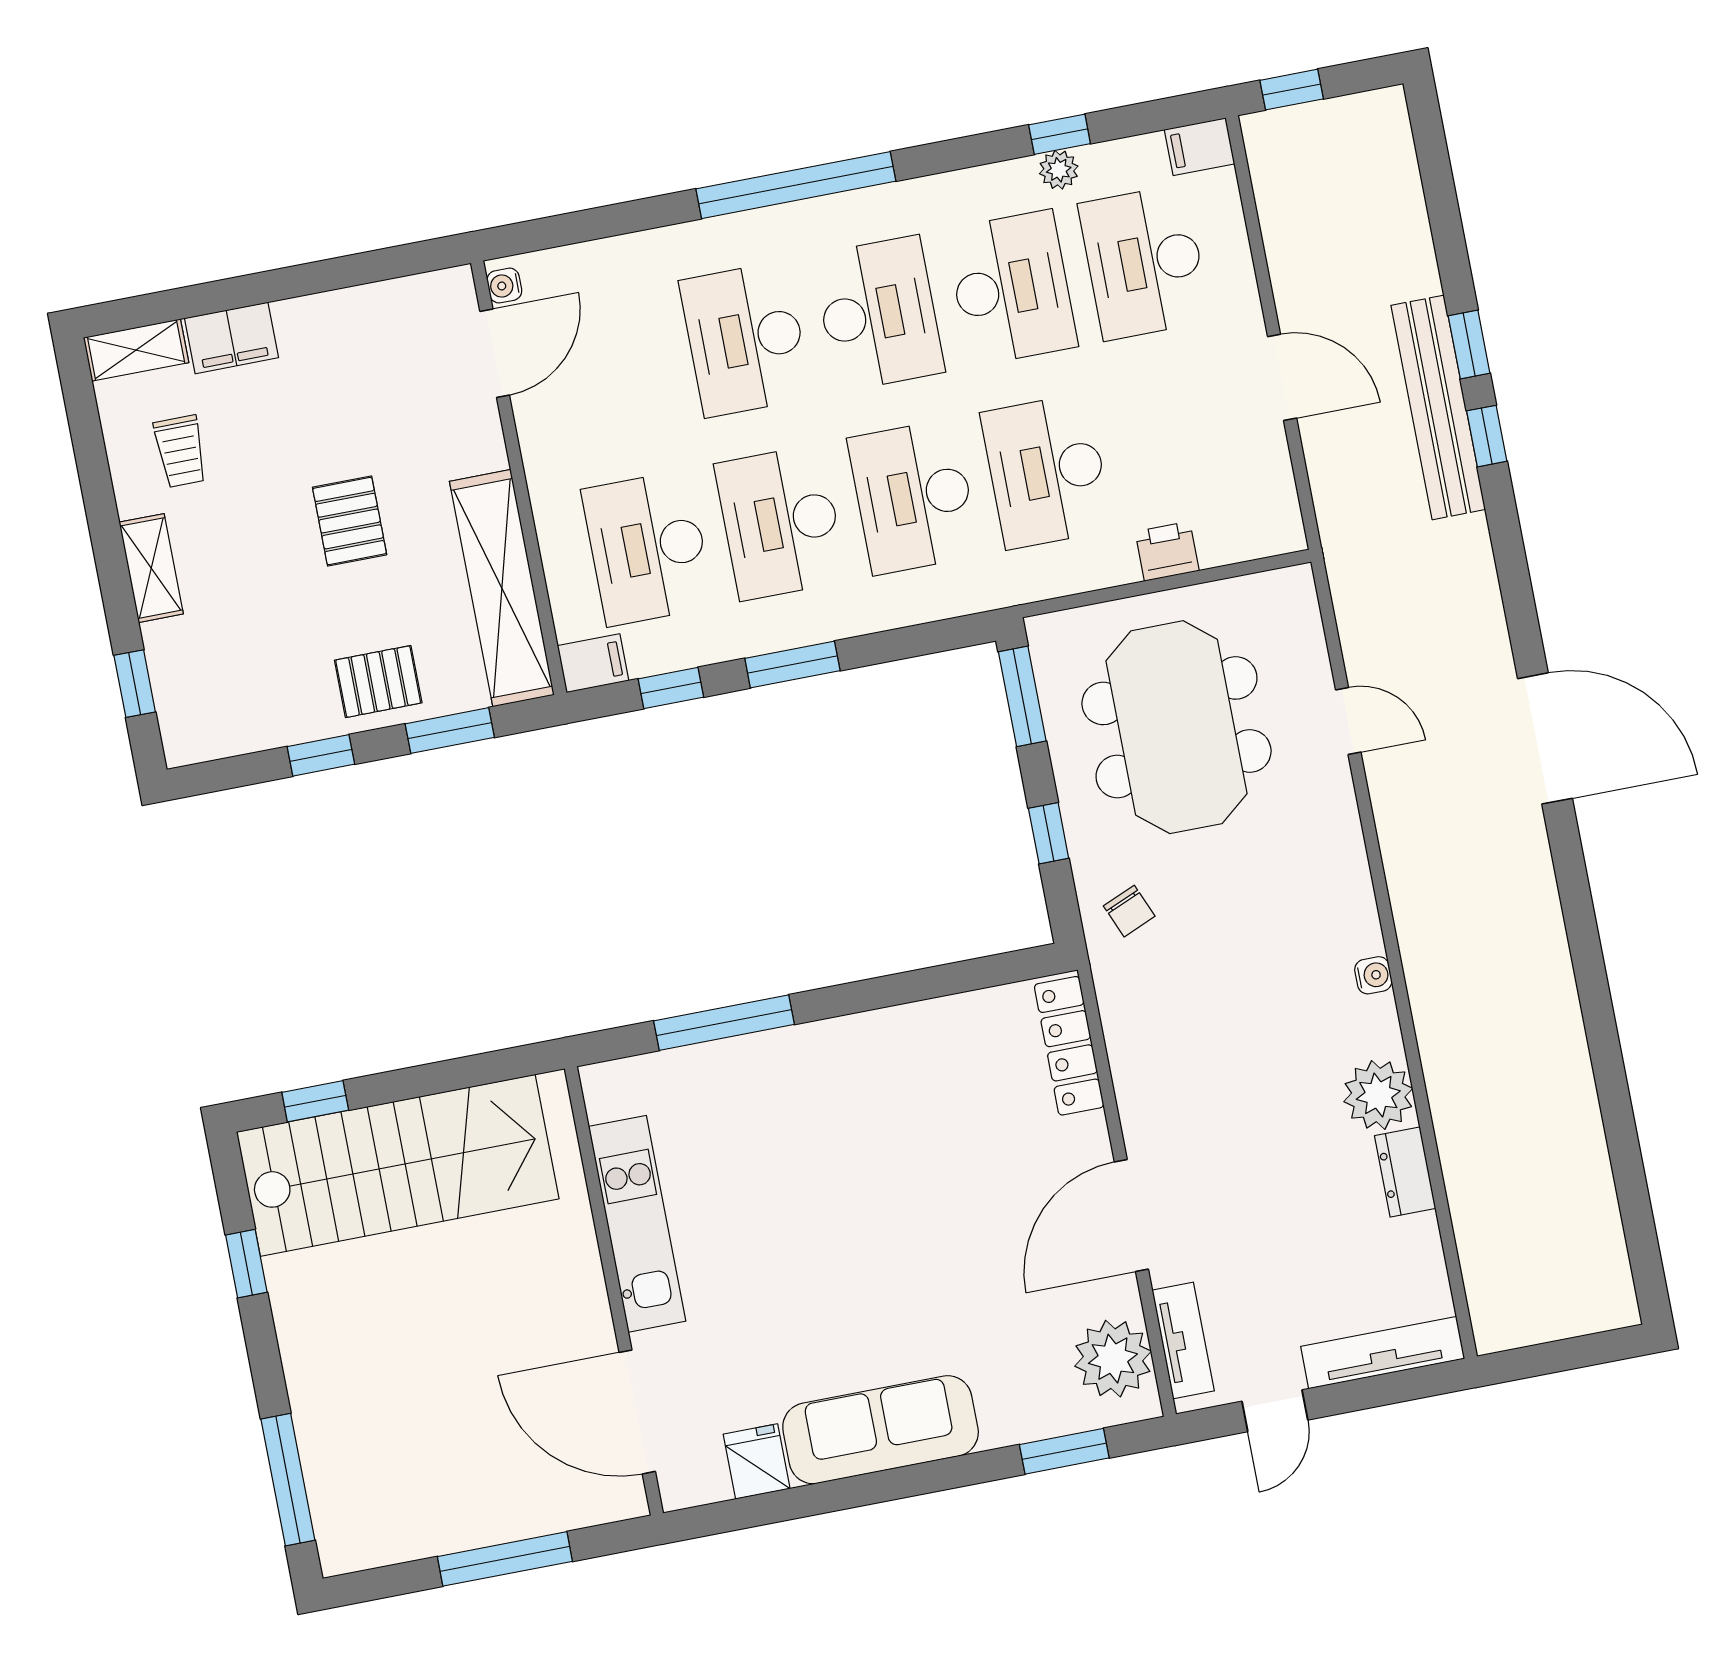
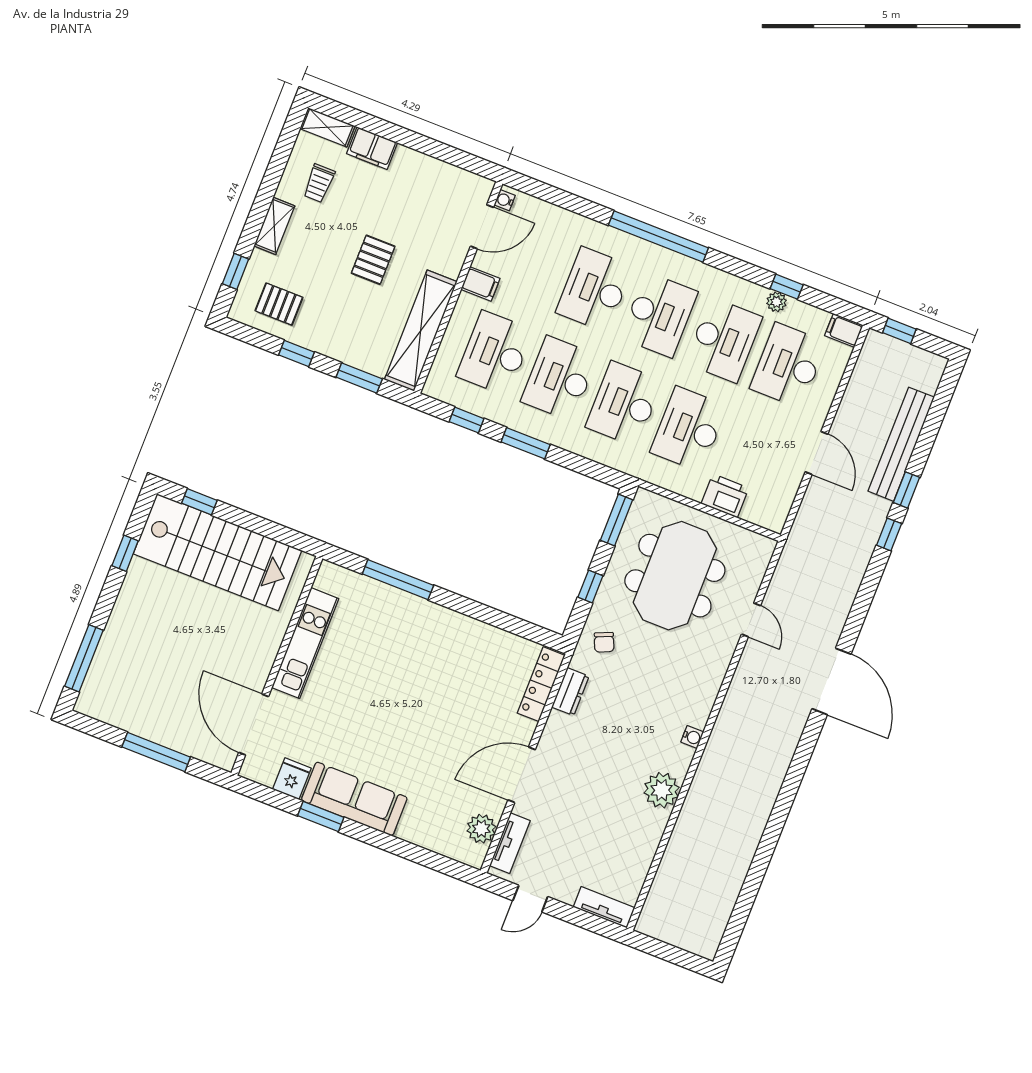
bench: (1438, 407) -> (901, 444), moved
printer: (1167, 551) -> (725, 496), width x1.36, depth x1.24
filing cabinet: (593, 663) -> (480, 284), moved
pallet: (378, 682) -> (279, 304), moved
dresser: (1405, 1172) -> (570, 692), moved, turned 180
tv unit: (1383, 1353) -> (604, 907), width x0.71
plant: (1113, 1359) -> (481, 829), width x0.73, depth x0.73
window: (1064, 1451) -> (321, 816), moved

